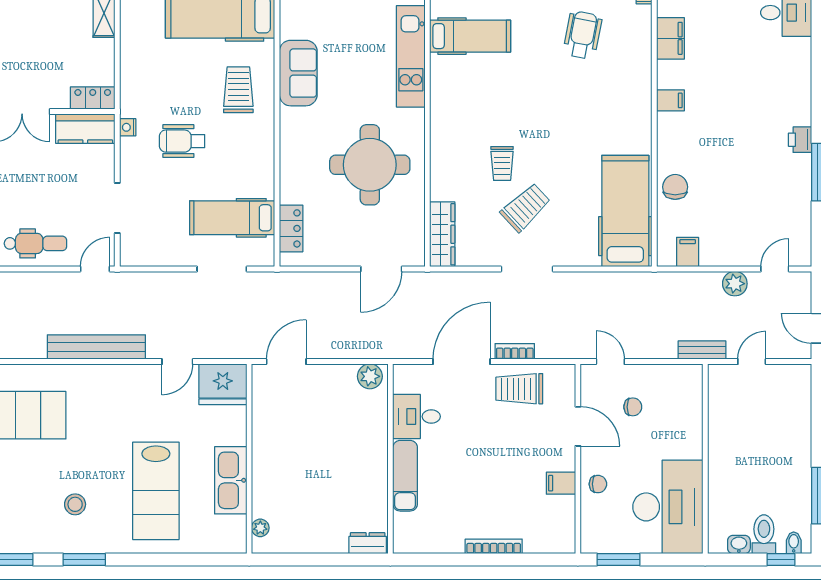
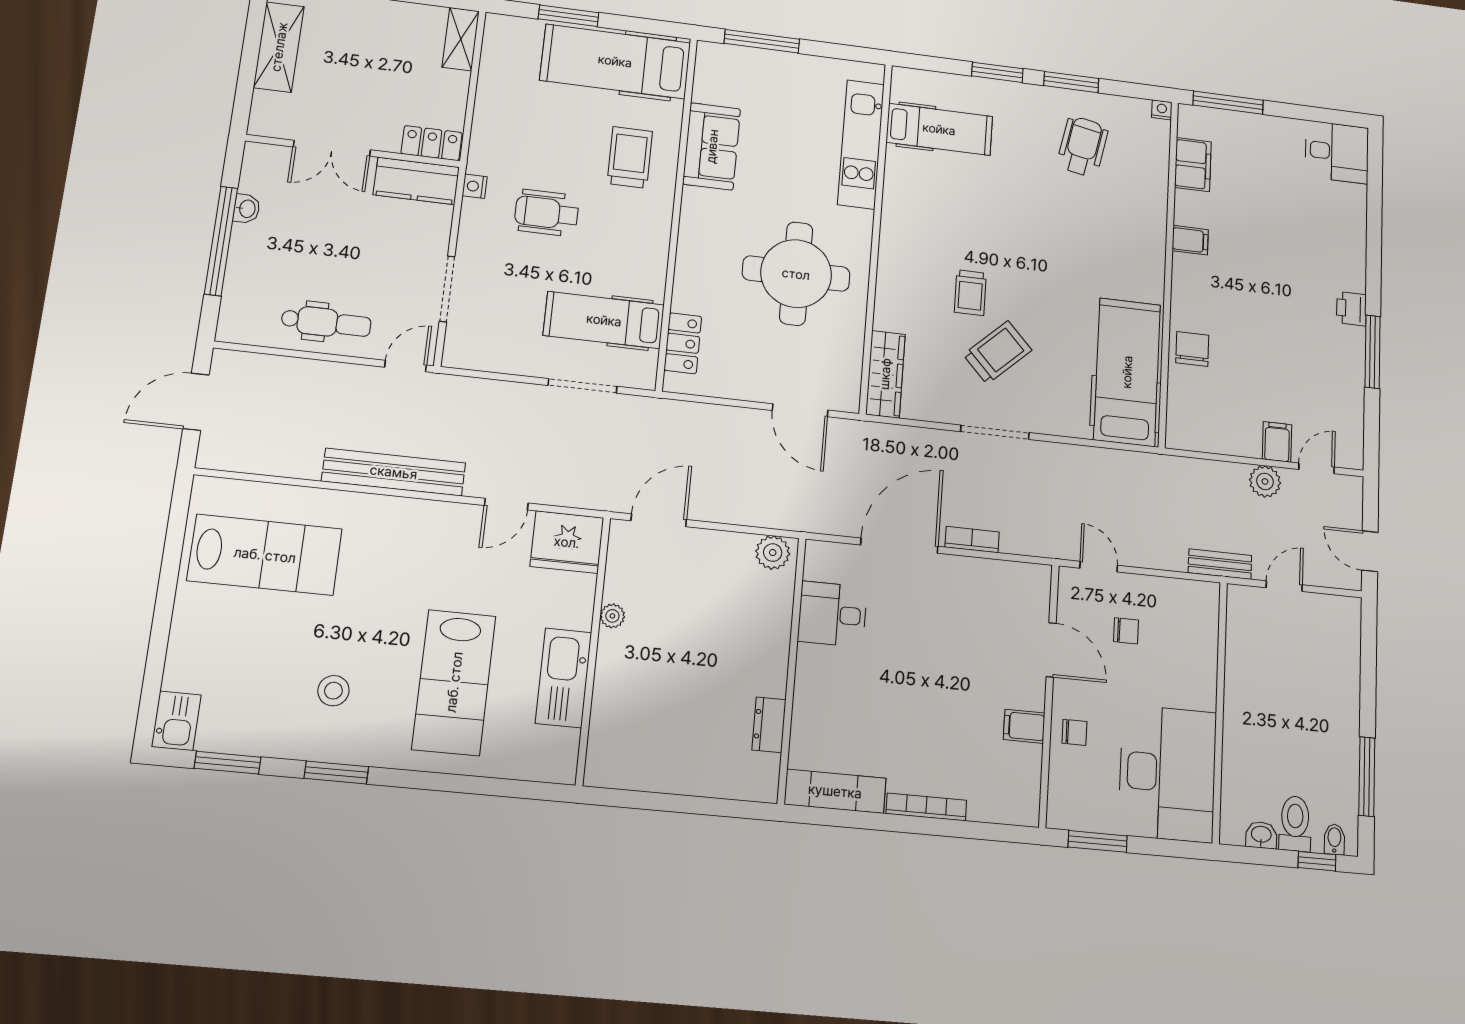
filing cabinet: (688, 252) -> (1277, 442), moved
door: (381, 269) -> (800, 410), hinge flipped
trolley: (519, 389) -> (975, 590), removed
exam couch: (405, 476) -> (835, 791), moved, turned -90
plant: (260, 528) -> (612, 616), moved
dresser: (368, 543) -> (769, 725), moved, turned -90

